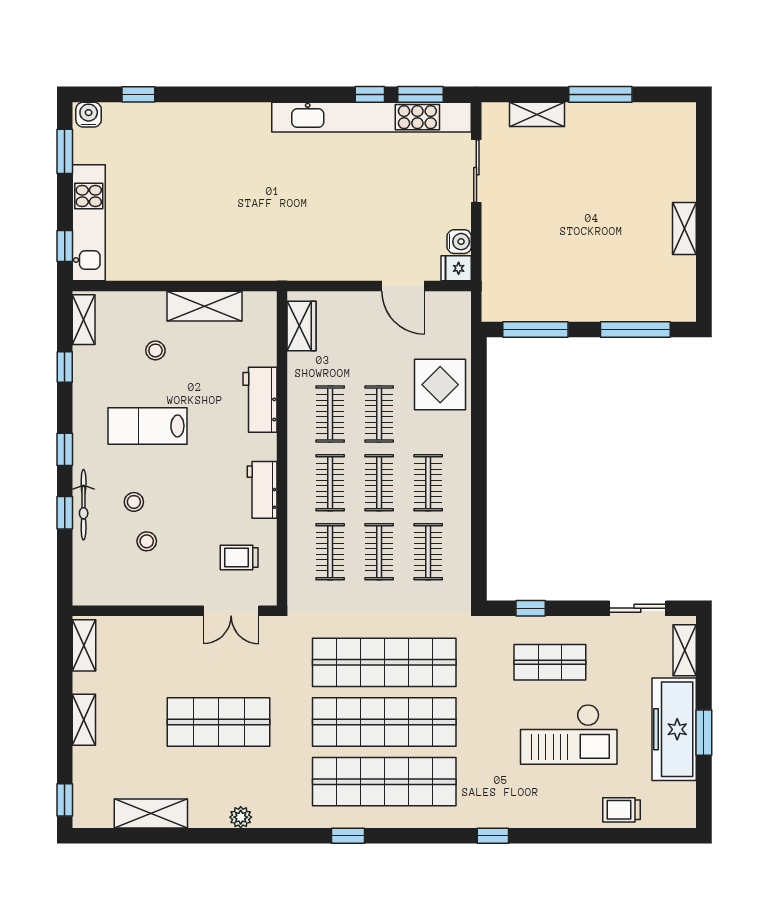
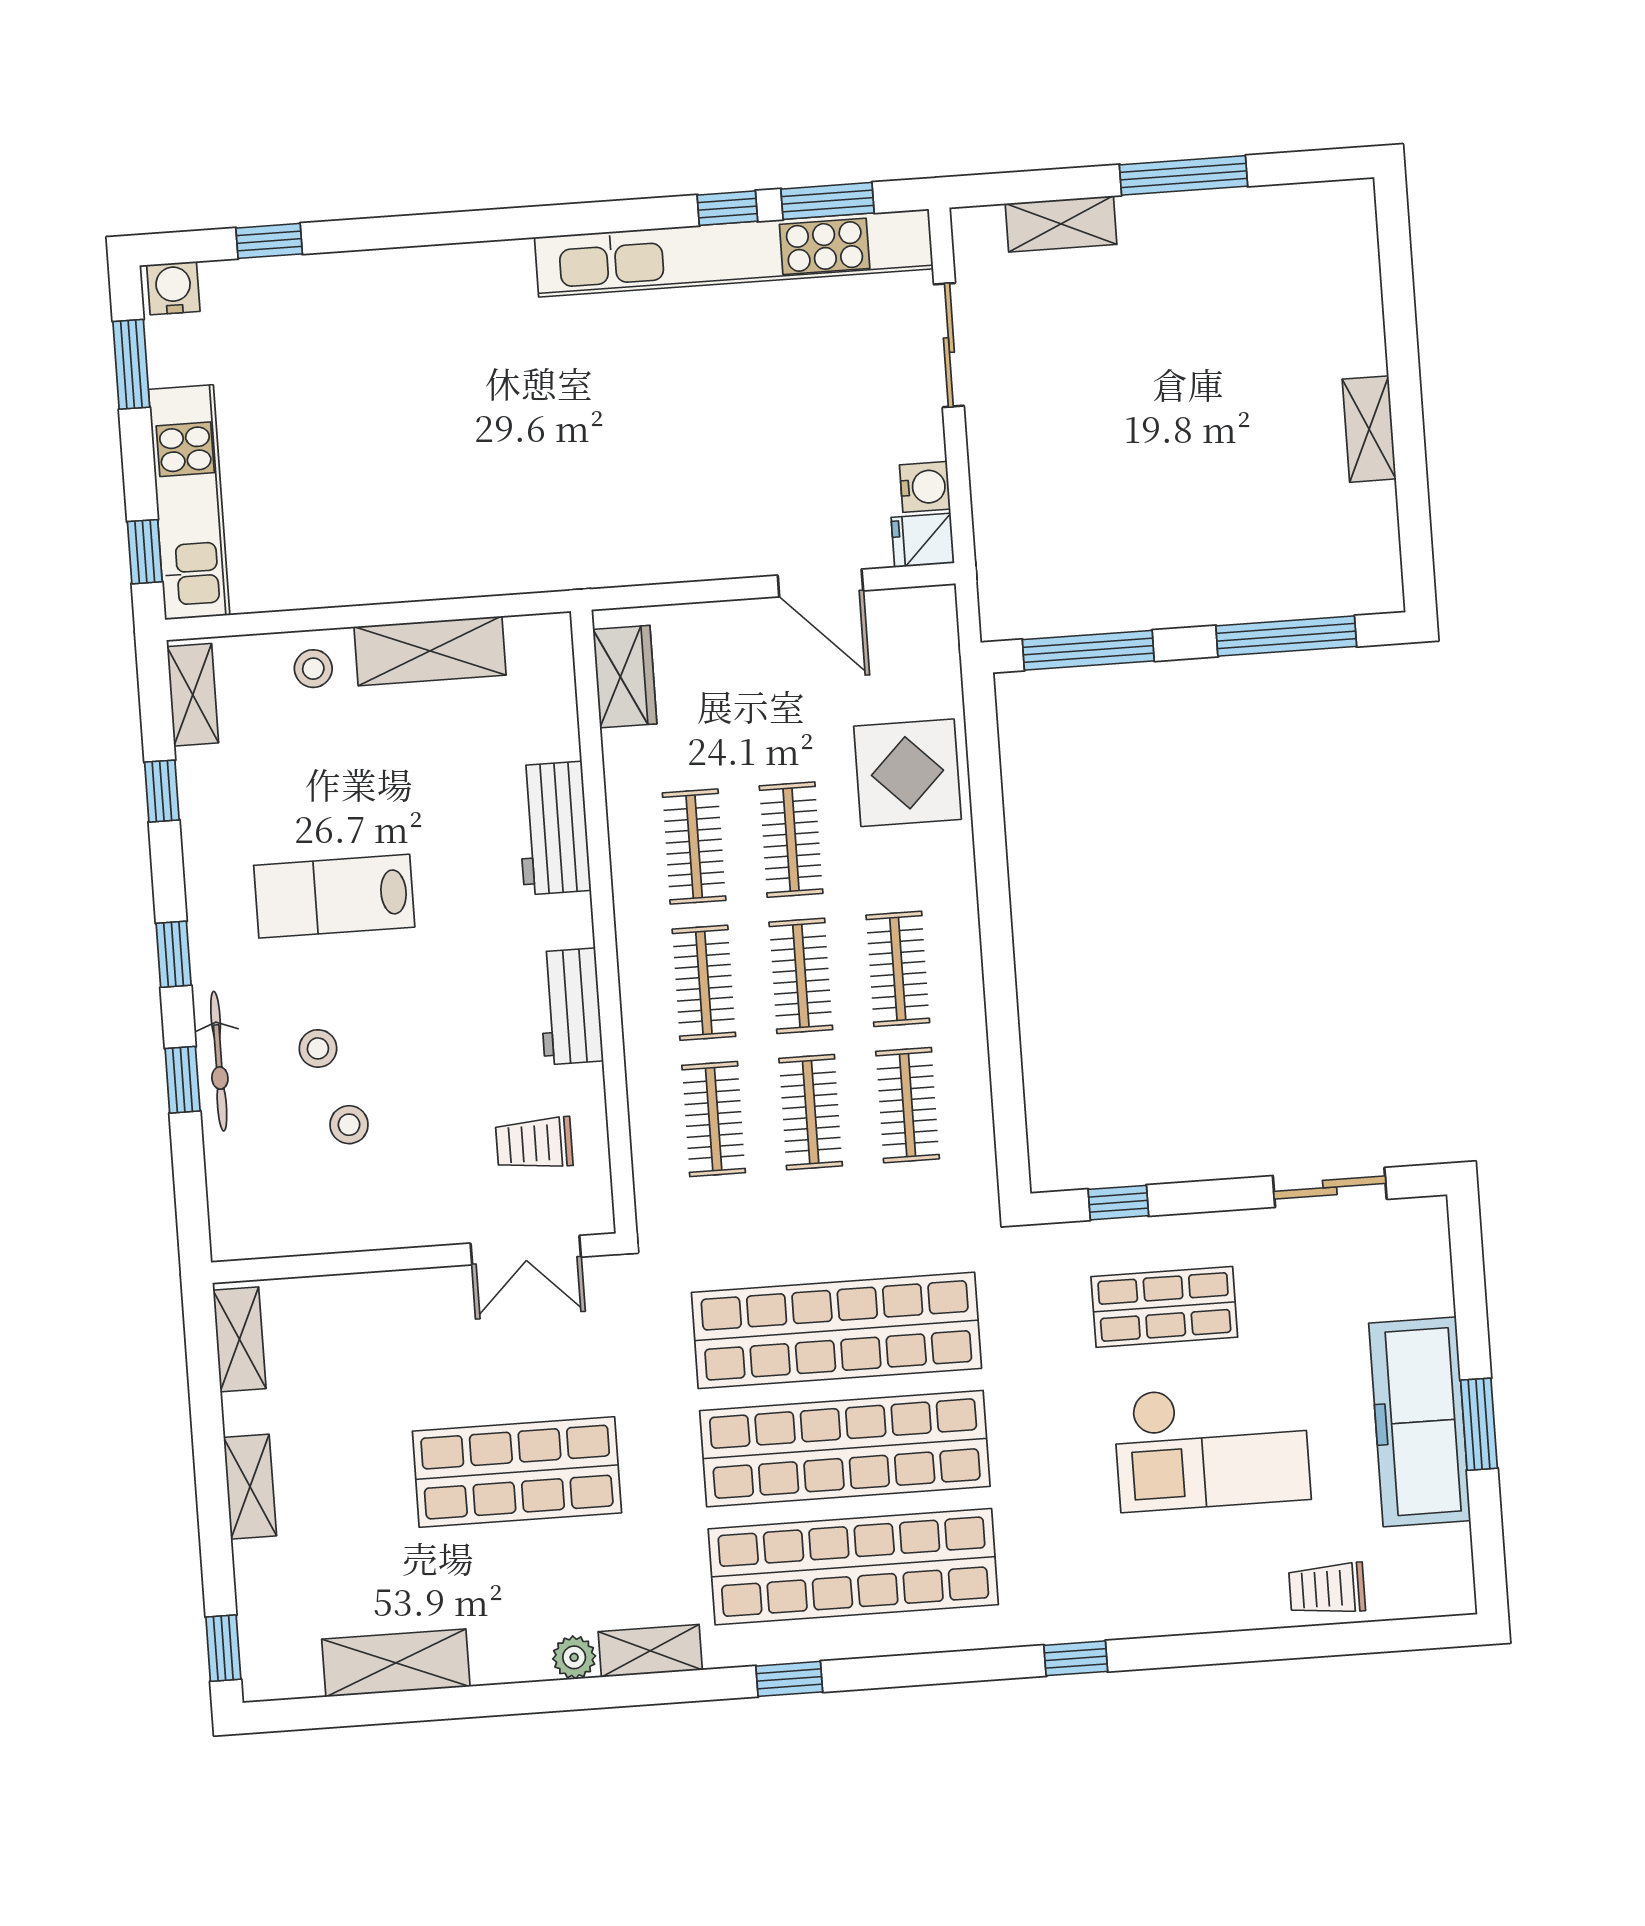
stool: (155, 350) -> (313, 669), moved
shelving: (685, 650) -> (650, 1651), moved, turned 90

